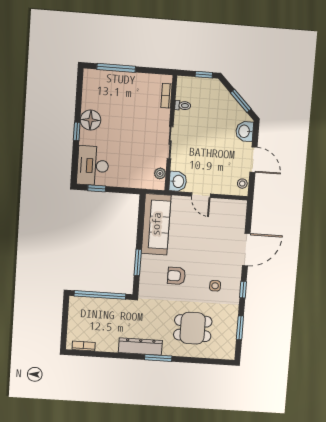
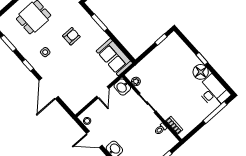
desk: (93, 166) -> (213, 92), moved
door: (201, 195) -> (103, 92), swing flipped
sofa: (156, 224) -> (114, 57), width x0.73

